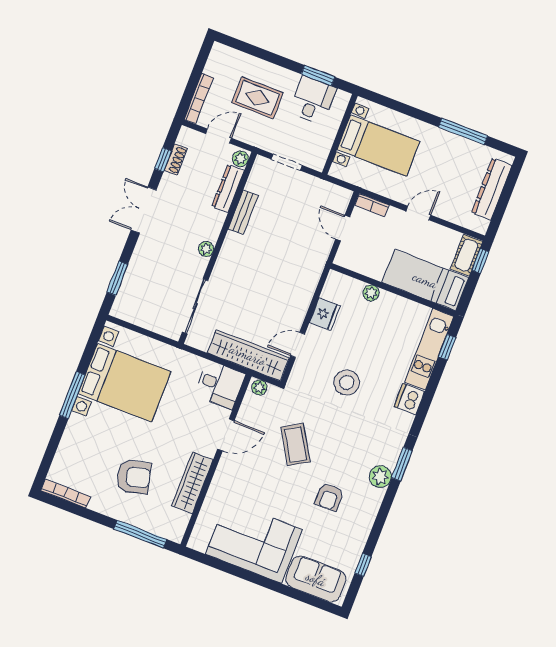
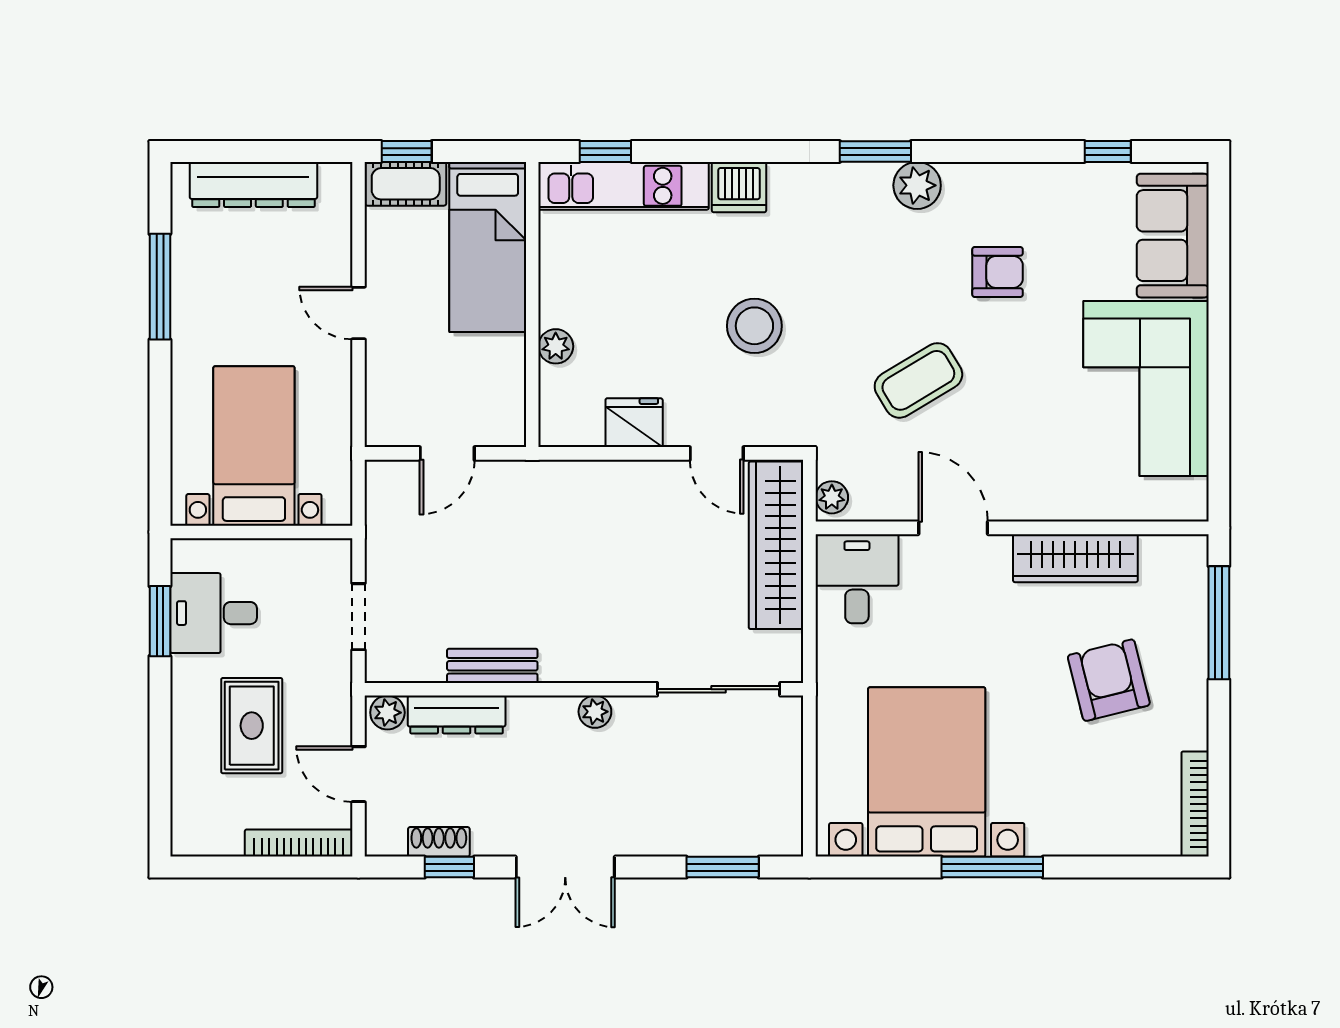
bookcase: (372, 205) -> (379, 413), removed

